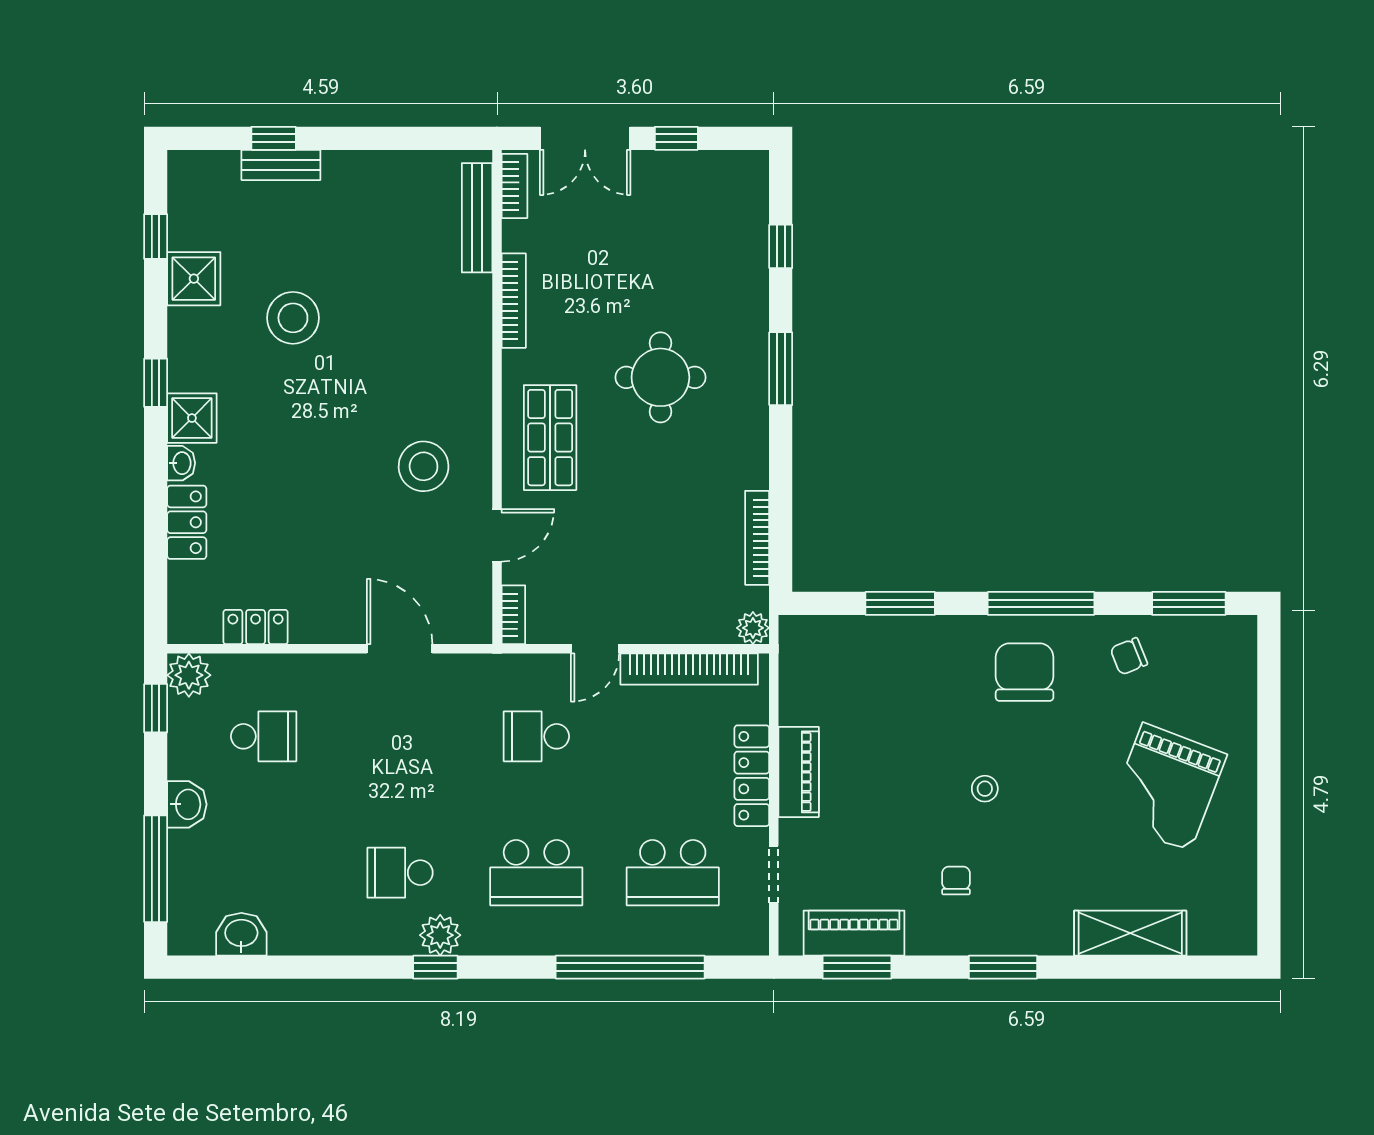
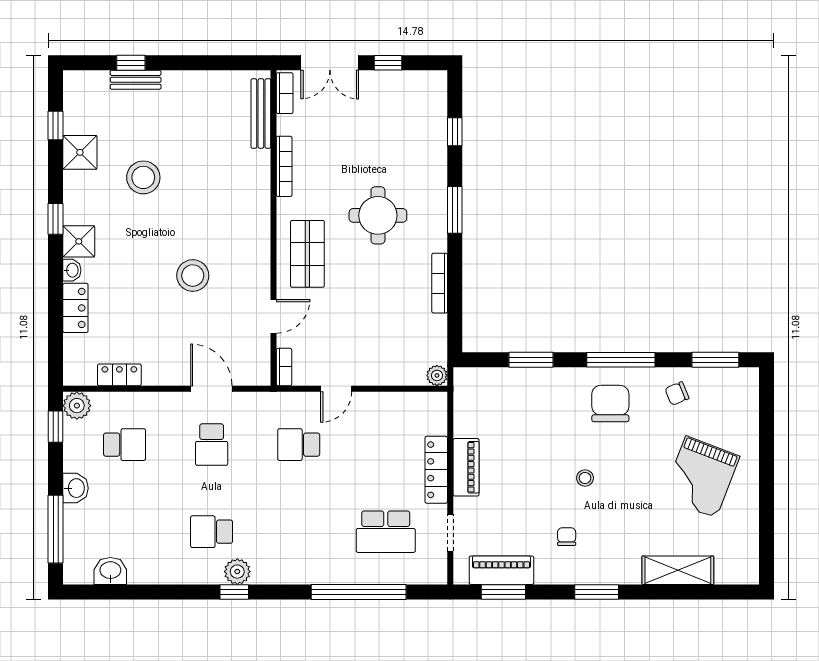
stool: (424, 466) -> (193, 276), moved
bookcase: (757, 538) -> (440, 283), moved
bookcase: (689, 669) -> (396, 402), removed
school desk: (536, 873) -> (212, 445), moved, width x0.54

